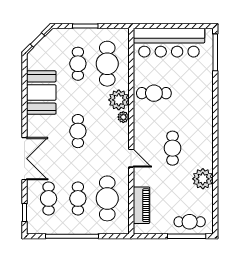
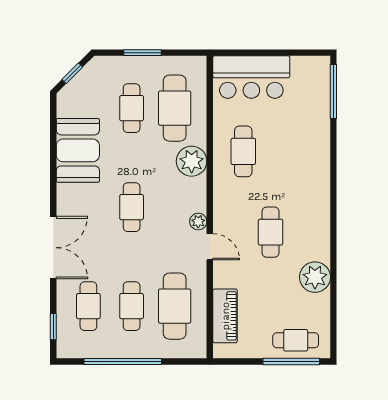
bar counter: (169, 43) -> (251, 77), width x0.73
cafe table: (154, 93) -> (243, 151), turned 90
plant: (123, 117) -> (198, 222), moved

